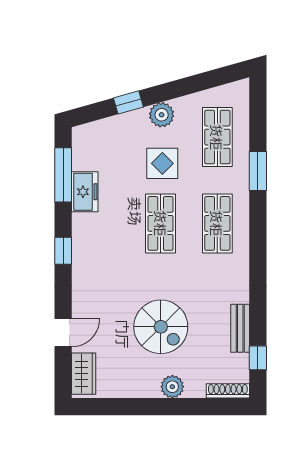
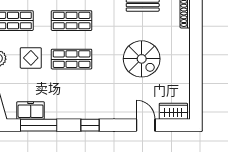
freezer: (85, 192) -> (31, 110), moved
spiral stairs: (161, 327) -> (142, 59), turned 90
plant: (172, 387) -> (182, 51), removed

